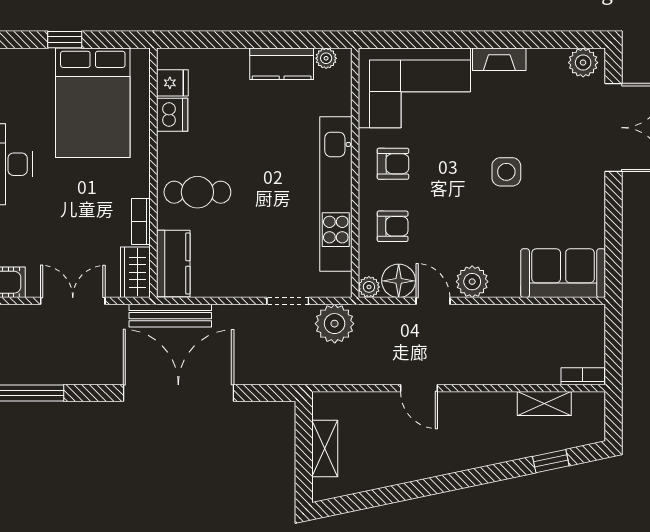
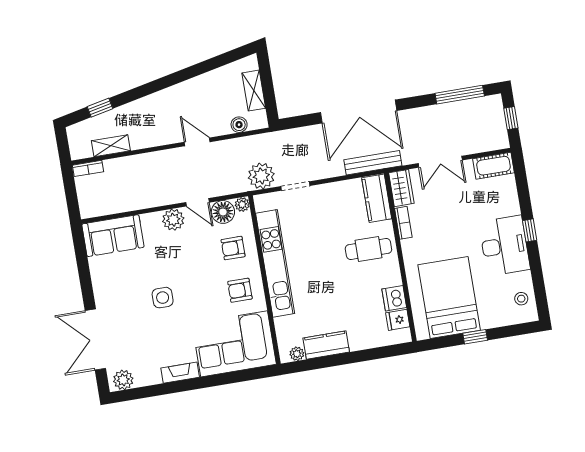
boiler: (354, 403) -> (239, 125), added

